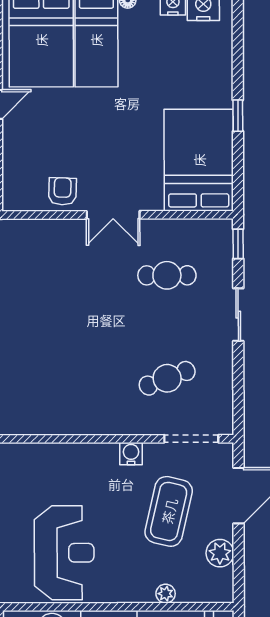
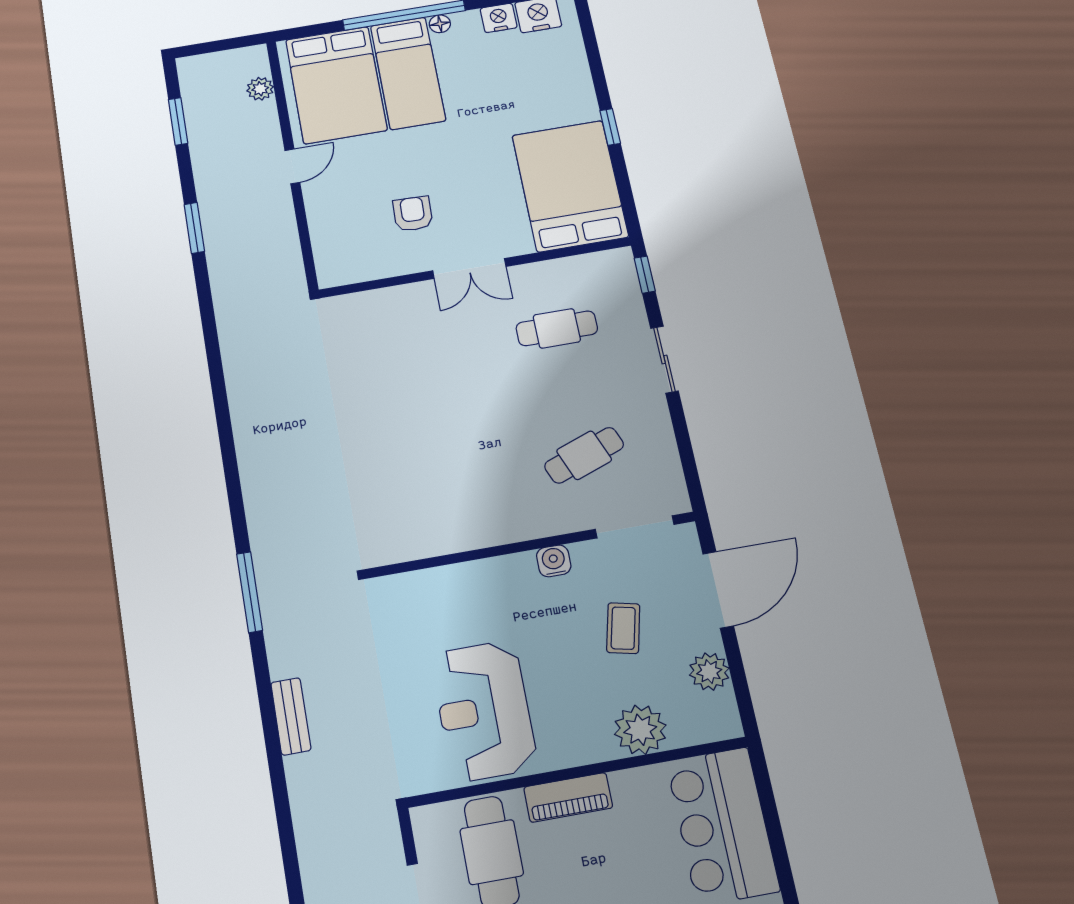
armchair: (63, 191) -> (413, 214), moved
coffee table: (169, 511) -> (623, 628), width x0.54, depth x0.58
reception desk: (64, 553) -> (484, 711), turned 180
plant: (166, 594) -> (640, 730), width x1.88, depth x1.88

